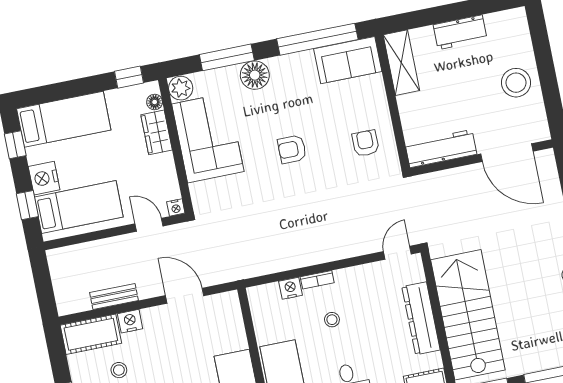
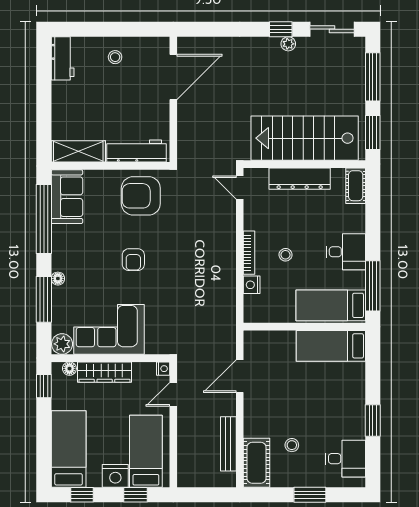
workbench: (460, 32) -> (63, 58), moved
floor lamp: (255, 75) -> (58, 279), width x0.53, depth x0.53
stool: (516, 83) -> (115, 57), width x0.53, depth x0.53
wardrobe: (157, 132) -> (105, 372), width x1.50
armchair: (365, 143) -> (141, 196), width x1.88, depth x1.88
workbench: (441, 149) -> (136, 151), moved, turned 90
bookcase: (317, 280) -> (249, 253), width x1.56
bench: (114, 297) -> (228, 444), width x1.36
nightstand: (130, 321) -> (252, 427), removed

